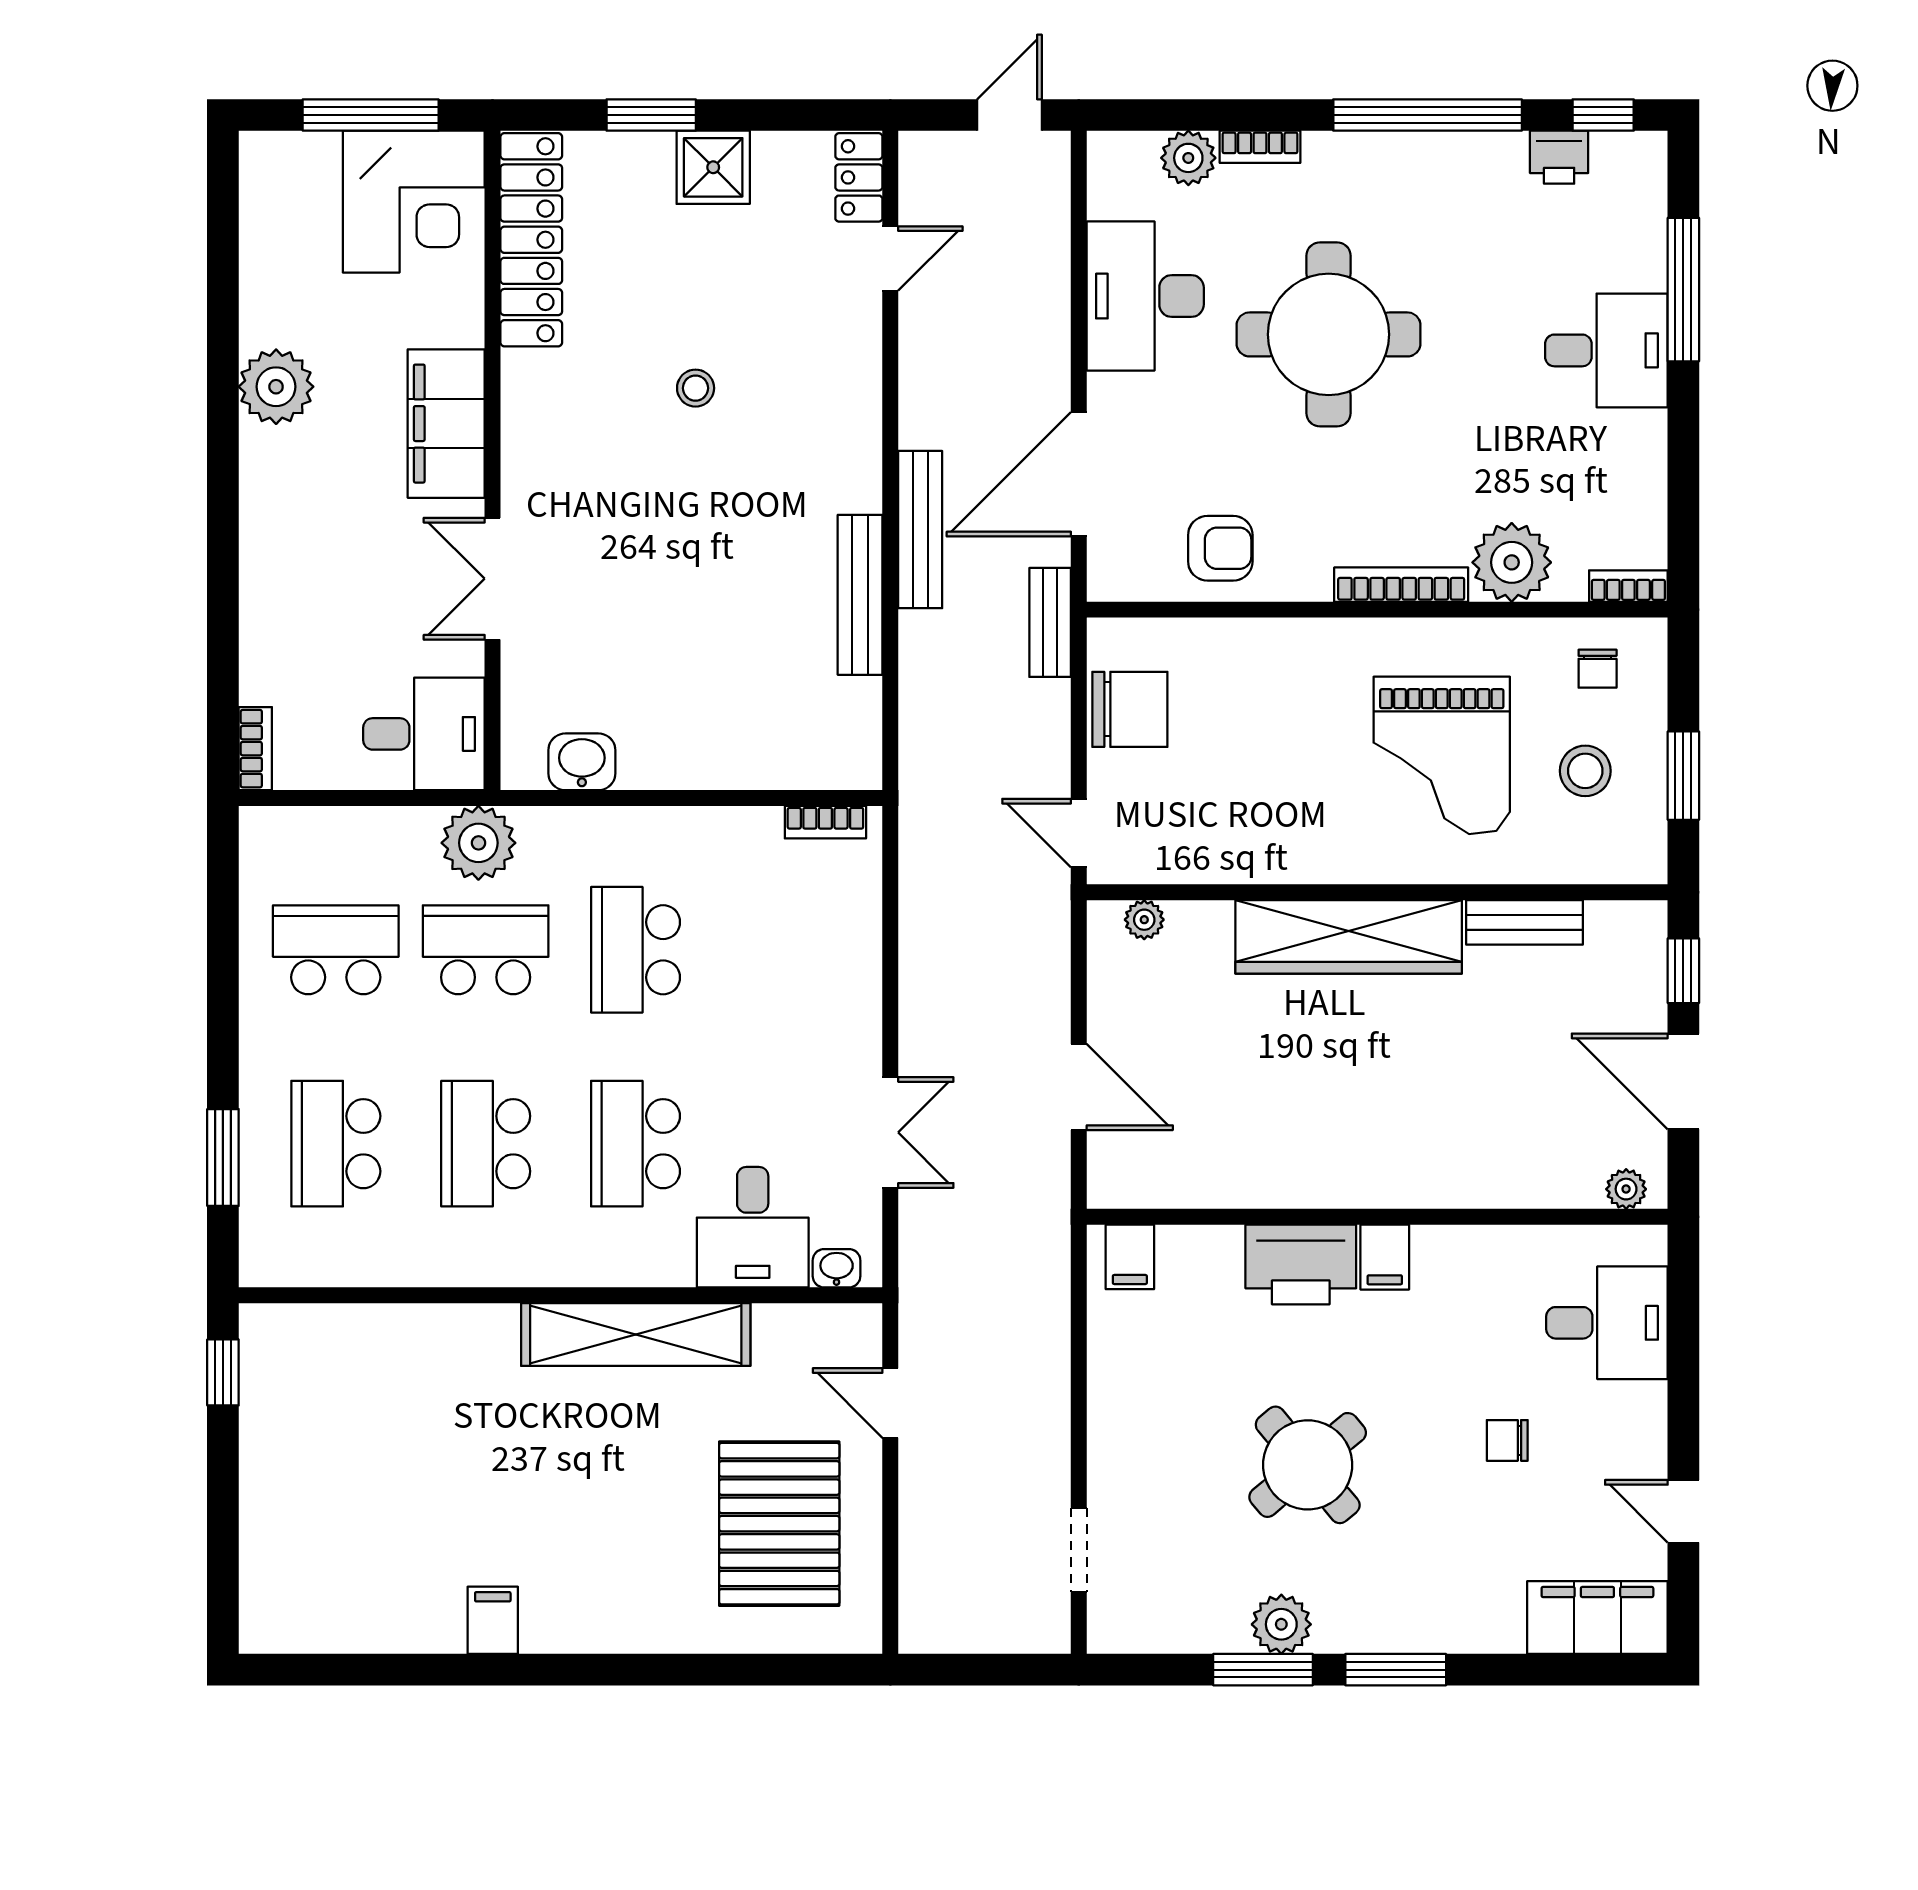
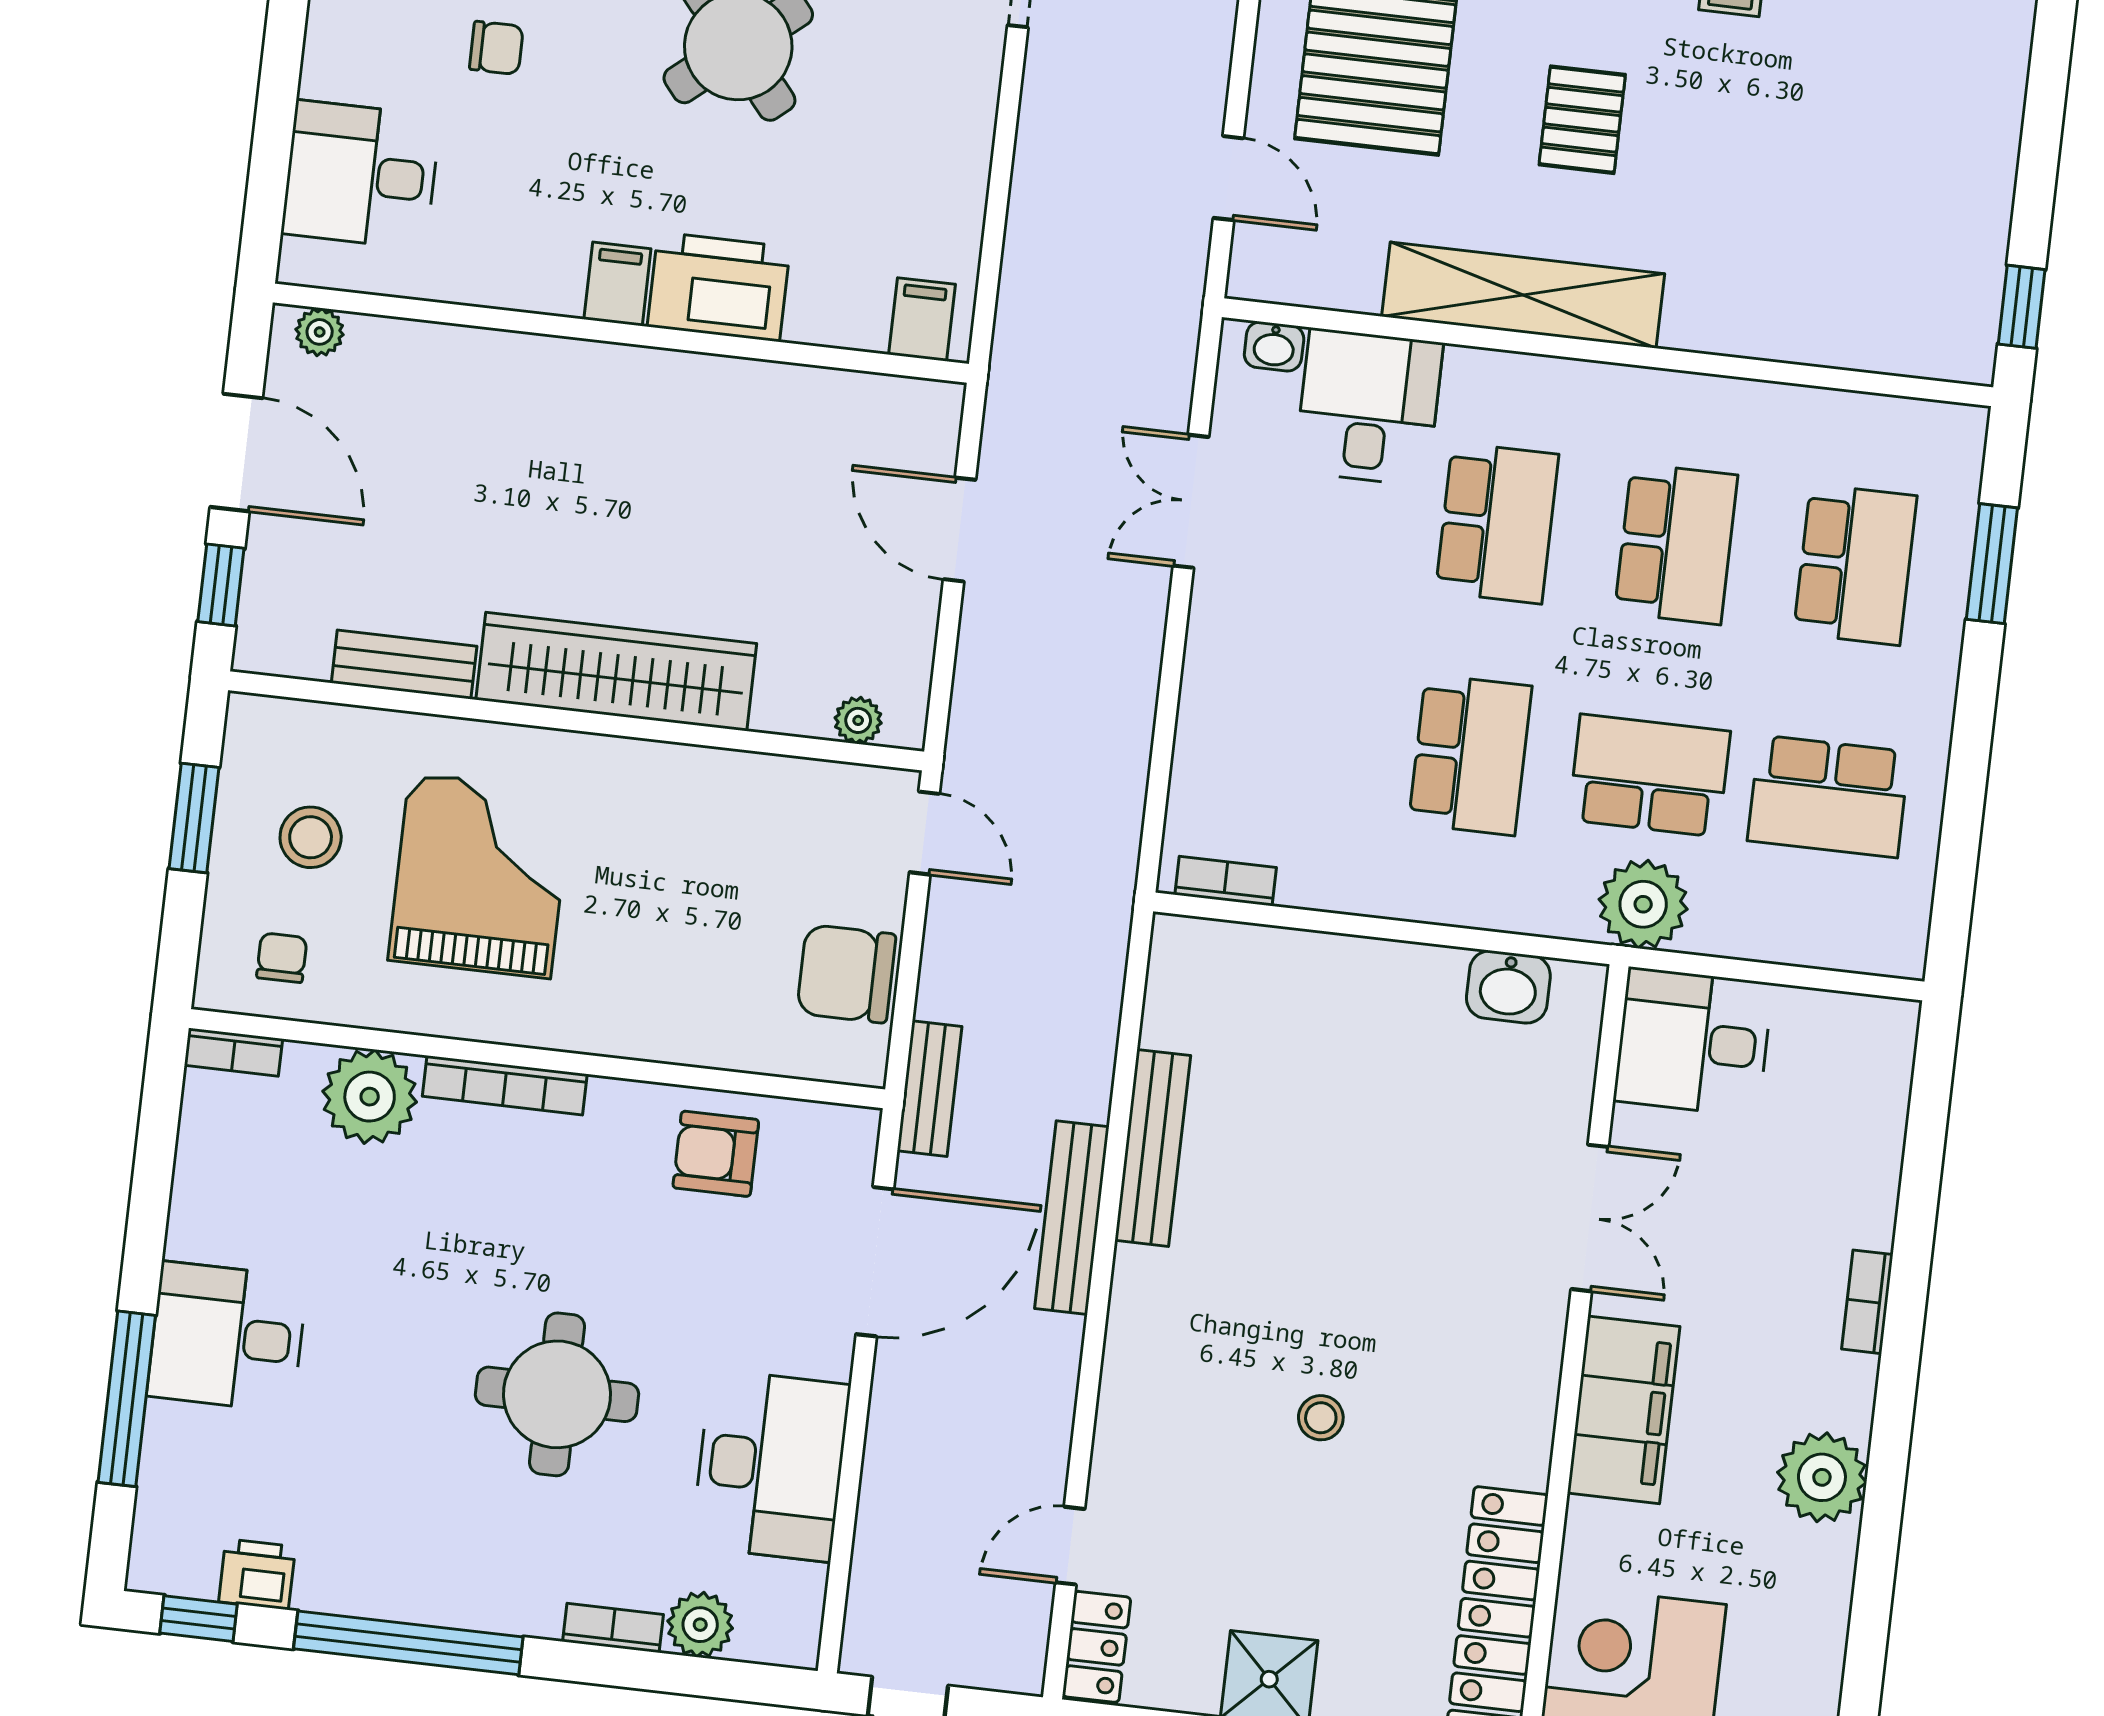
round table: (1329, 334) -> (557, 1394), width x0.73, depth x0.73
bookcase: (255, 749) -> (1867, 1302), moved
school desk: (486, 950) -> (1649, 776), turned 180
pallet: (604, 1485) -> (1582, 120), added

